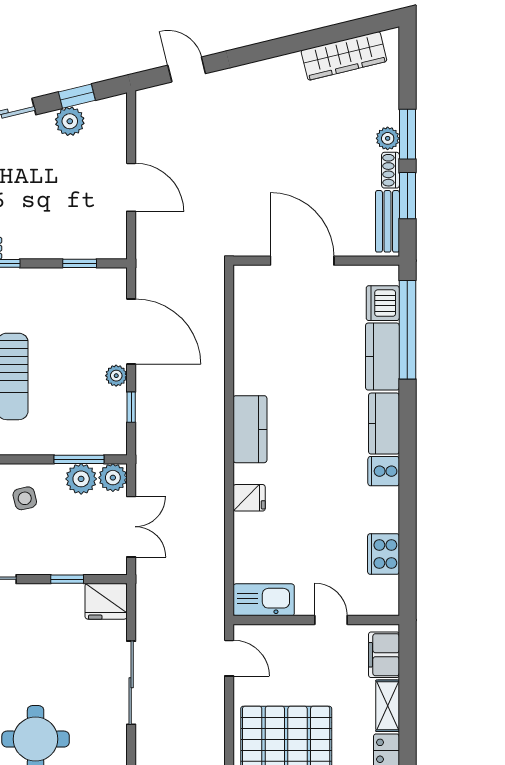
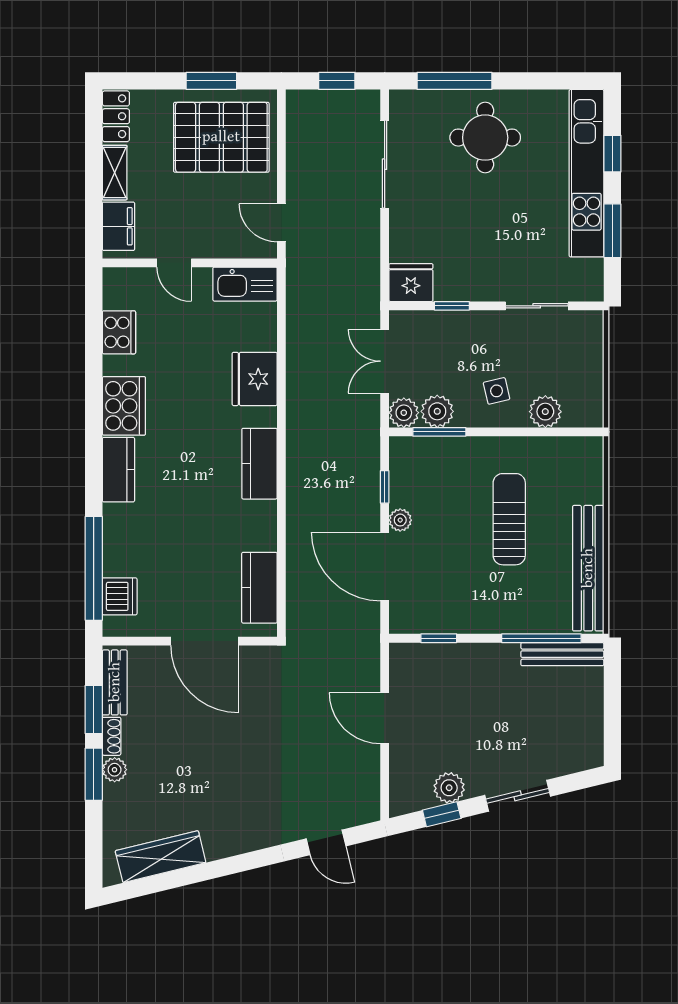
kitchen counter: (382, 357) -> (259, 588), moved, turned 180
cooker: (384, 471) -> (124, 406), width x1.87, depth x1.31
fridge: (249, 498) -> (255, 379), width x1.88, depth x1.34
sliding door: (131, 683) -> (385, 164), moved

